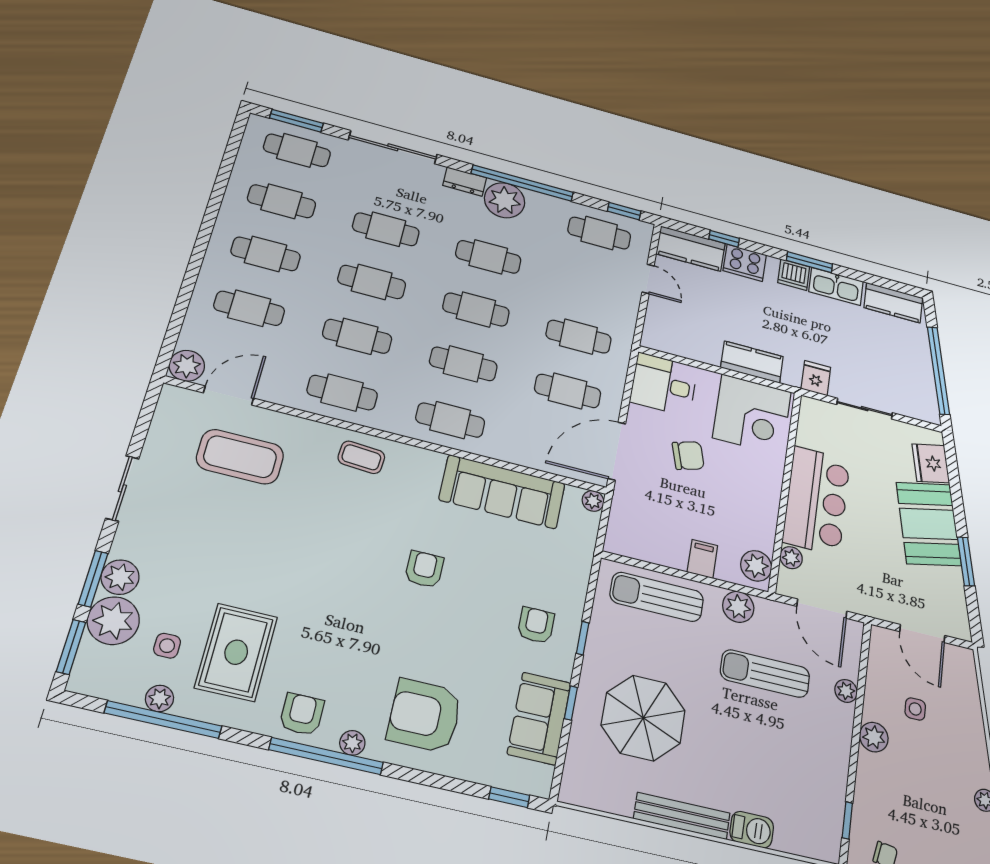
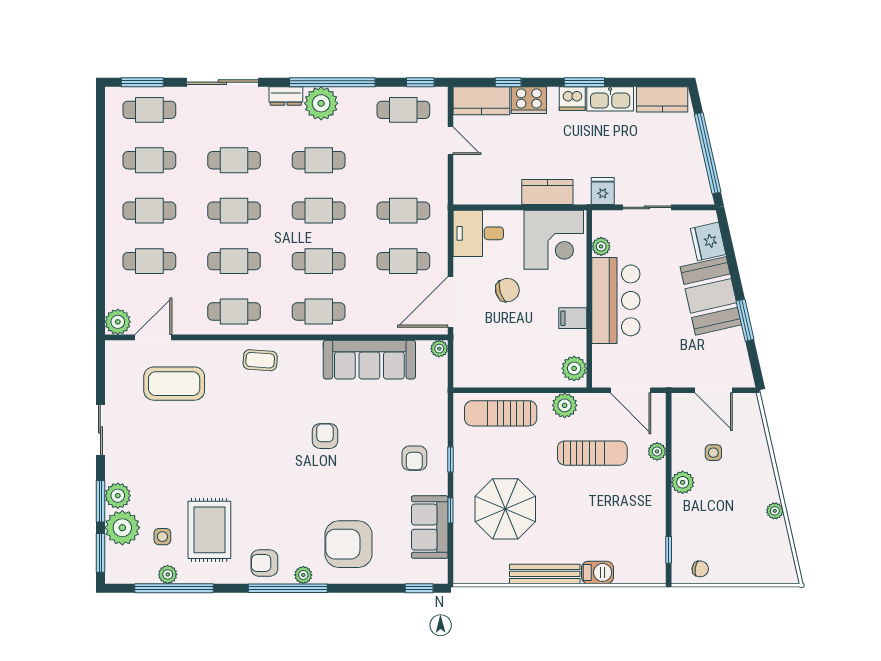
plant: (791, 558) -> (601, 246), moved
filing cabinet: (702, 559) -> (573, 318), moved, turned -90
armchair: (536, 625) -> (414, 458), turned 180
sun lounger: (765, 674) -> (592, 453), turned 180
armchair: (302, 714) -> (264, 563), turned -90

